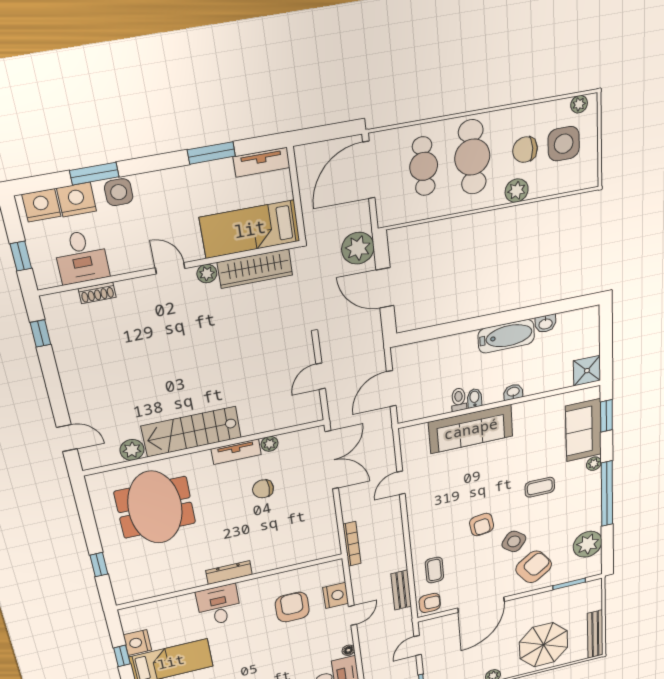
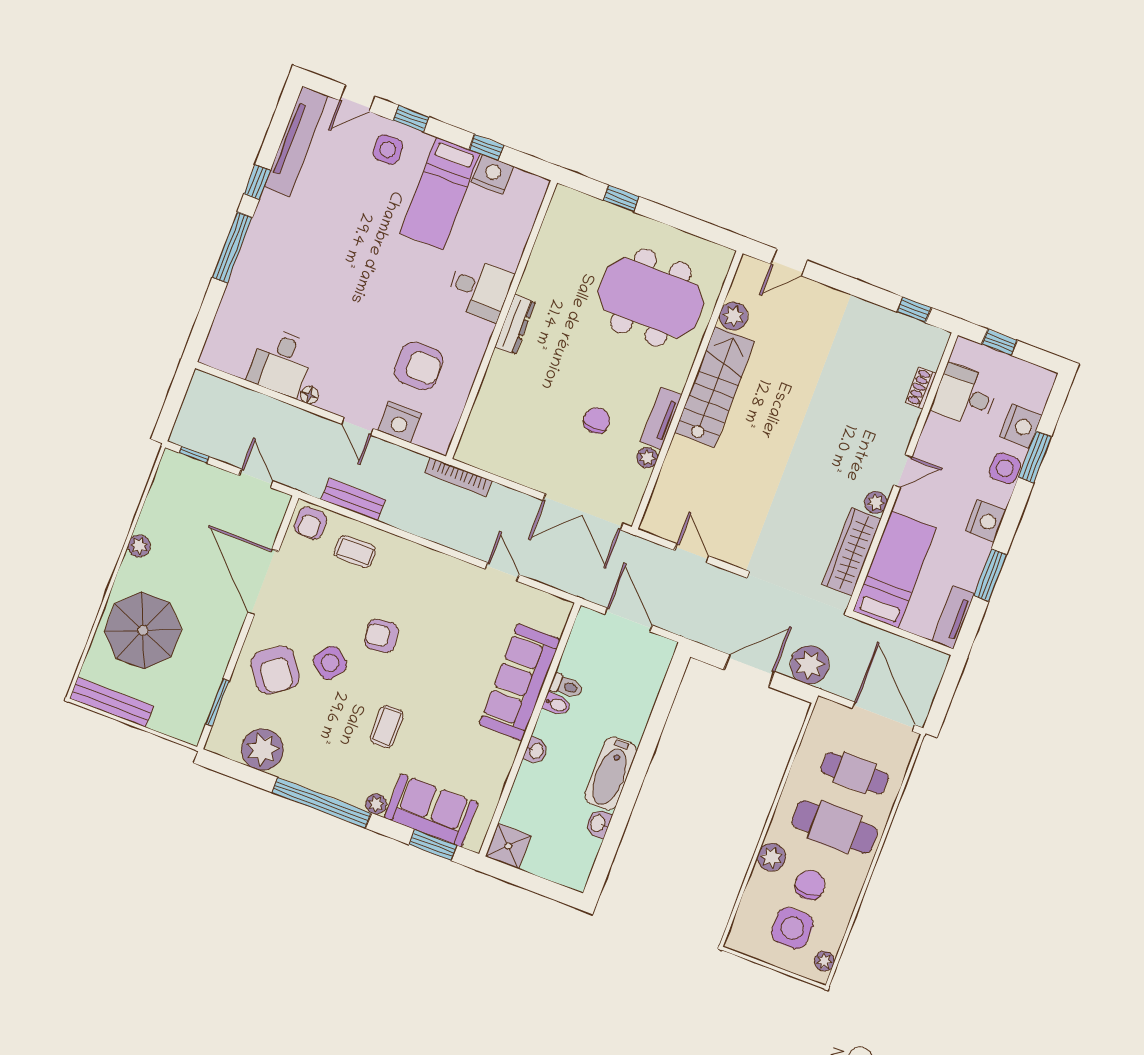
nightstand: (41, 205) -> (986, 521), moved

